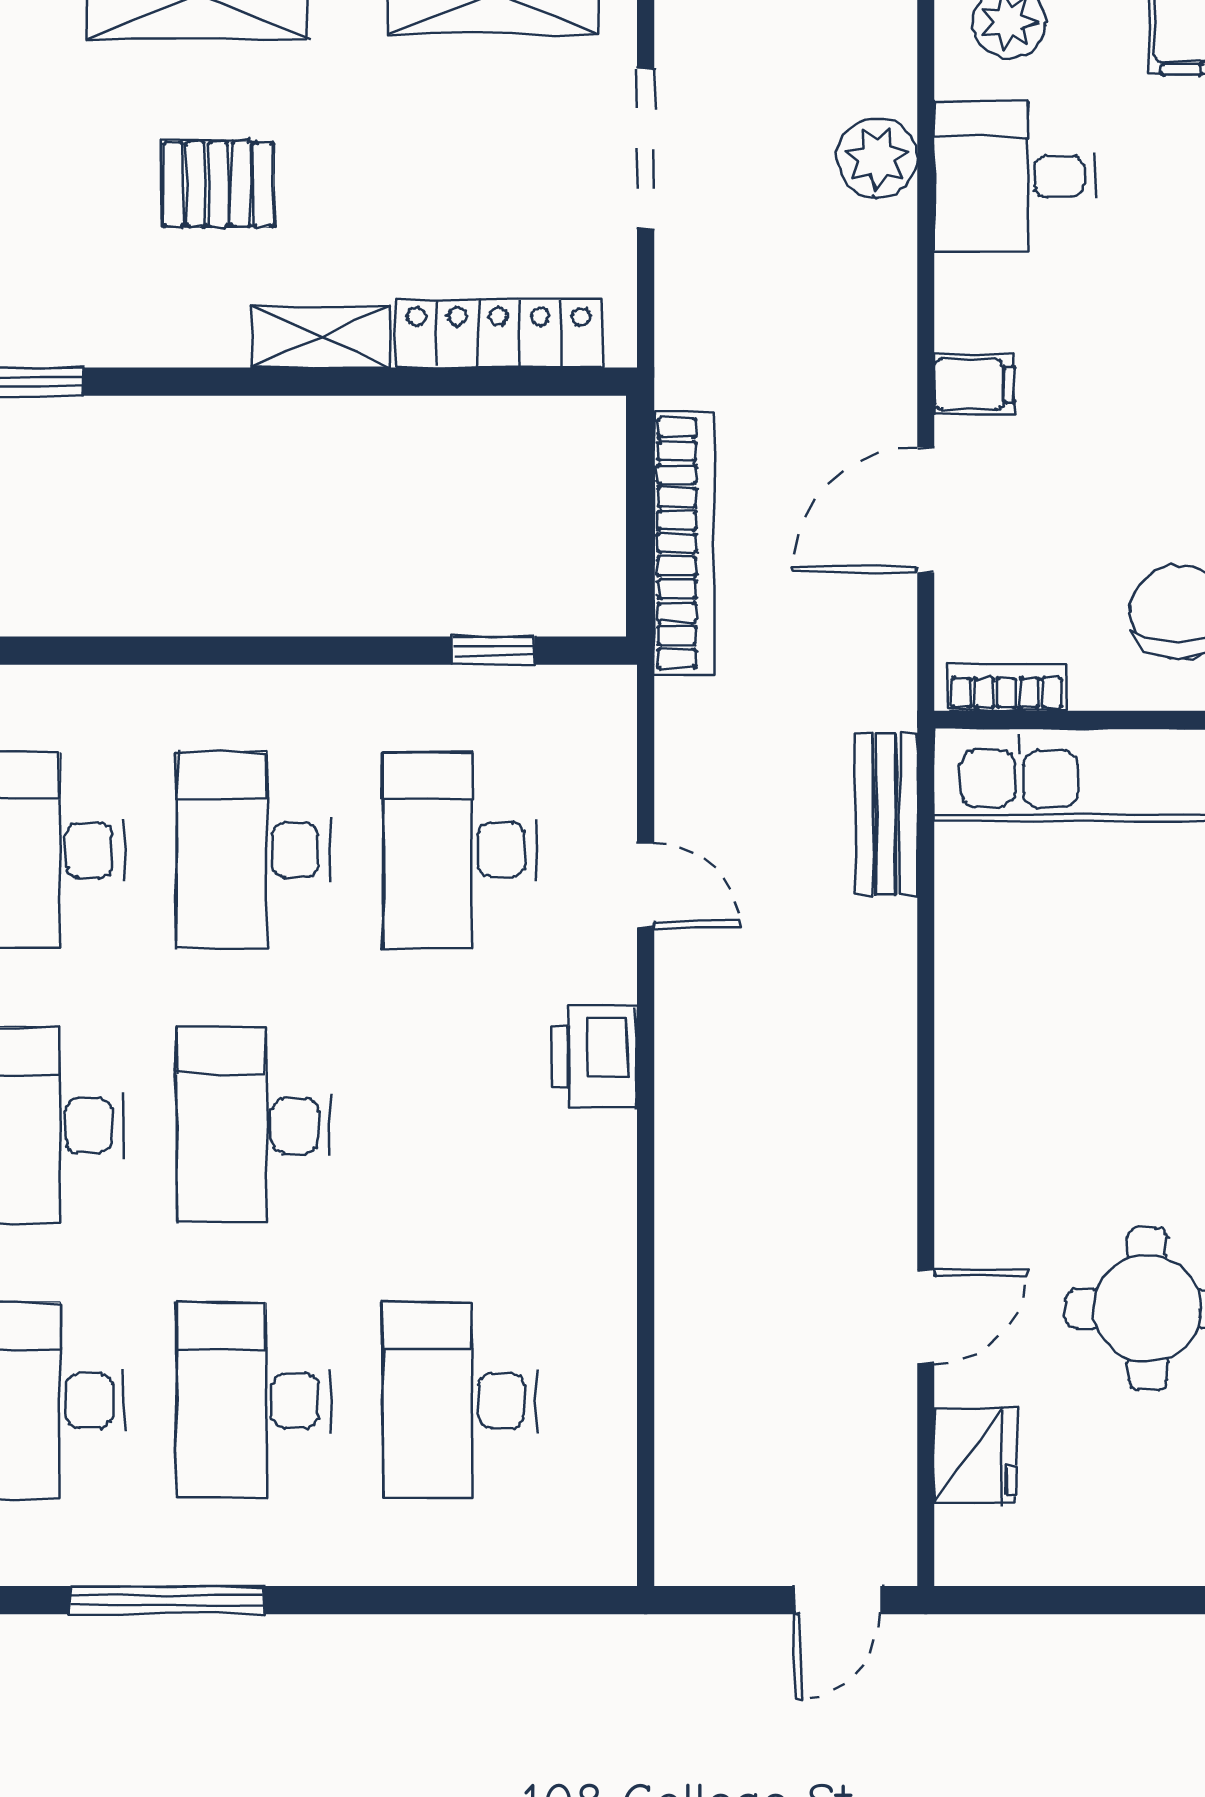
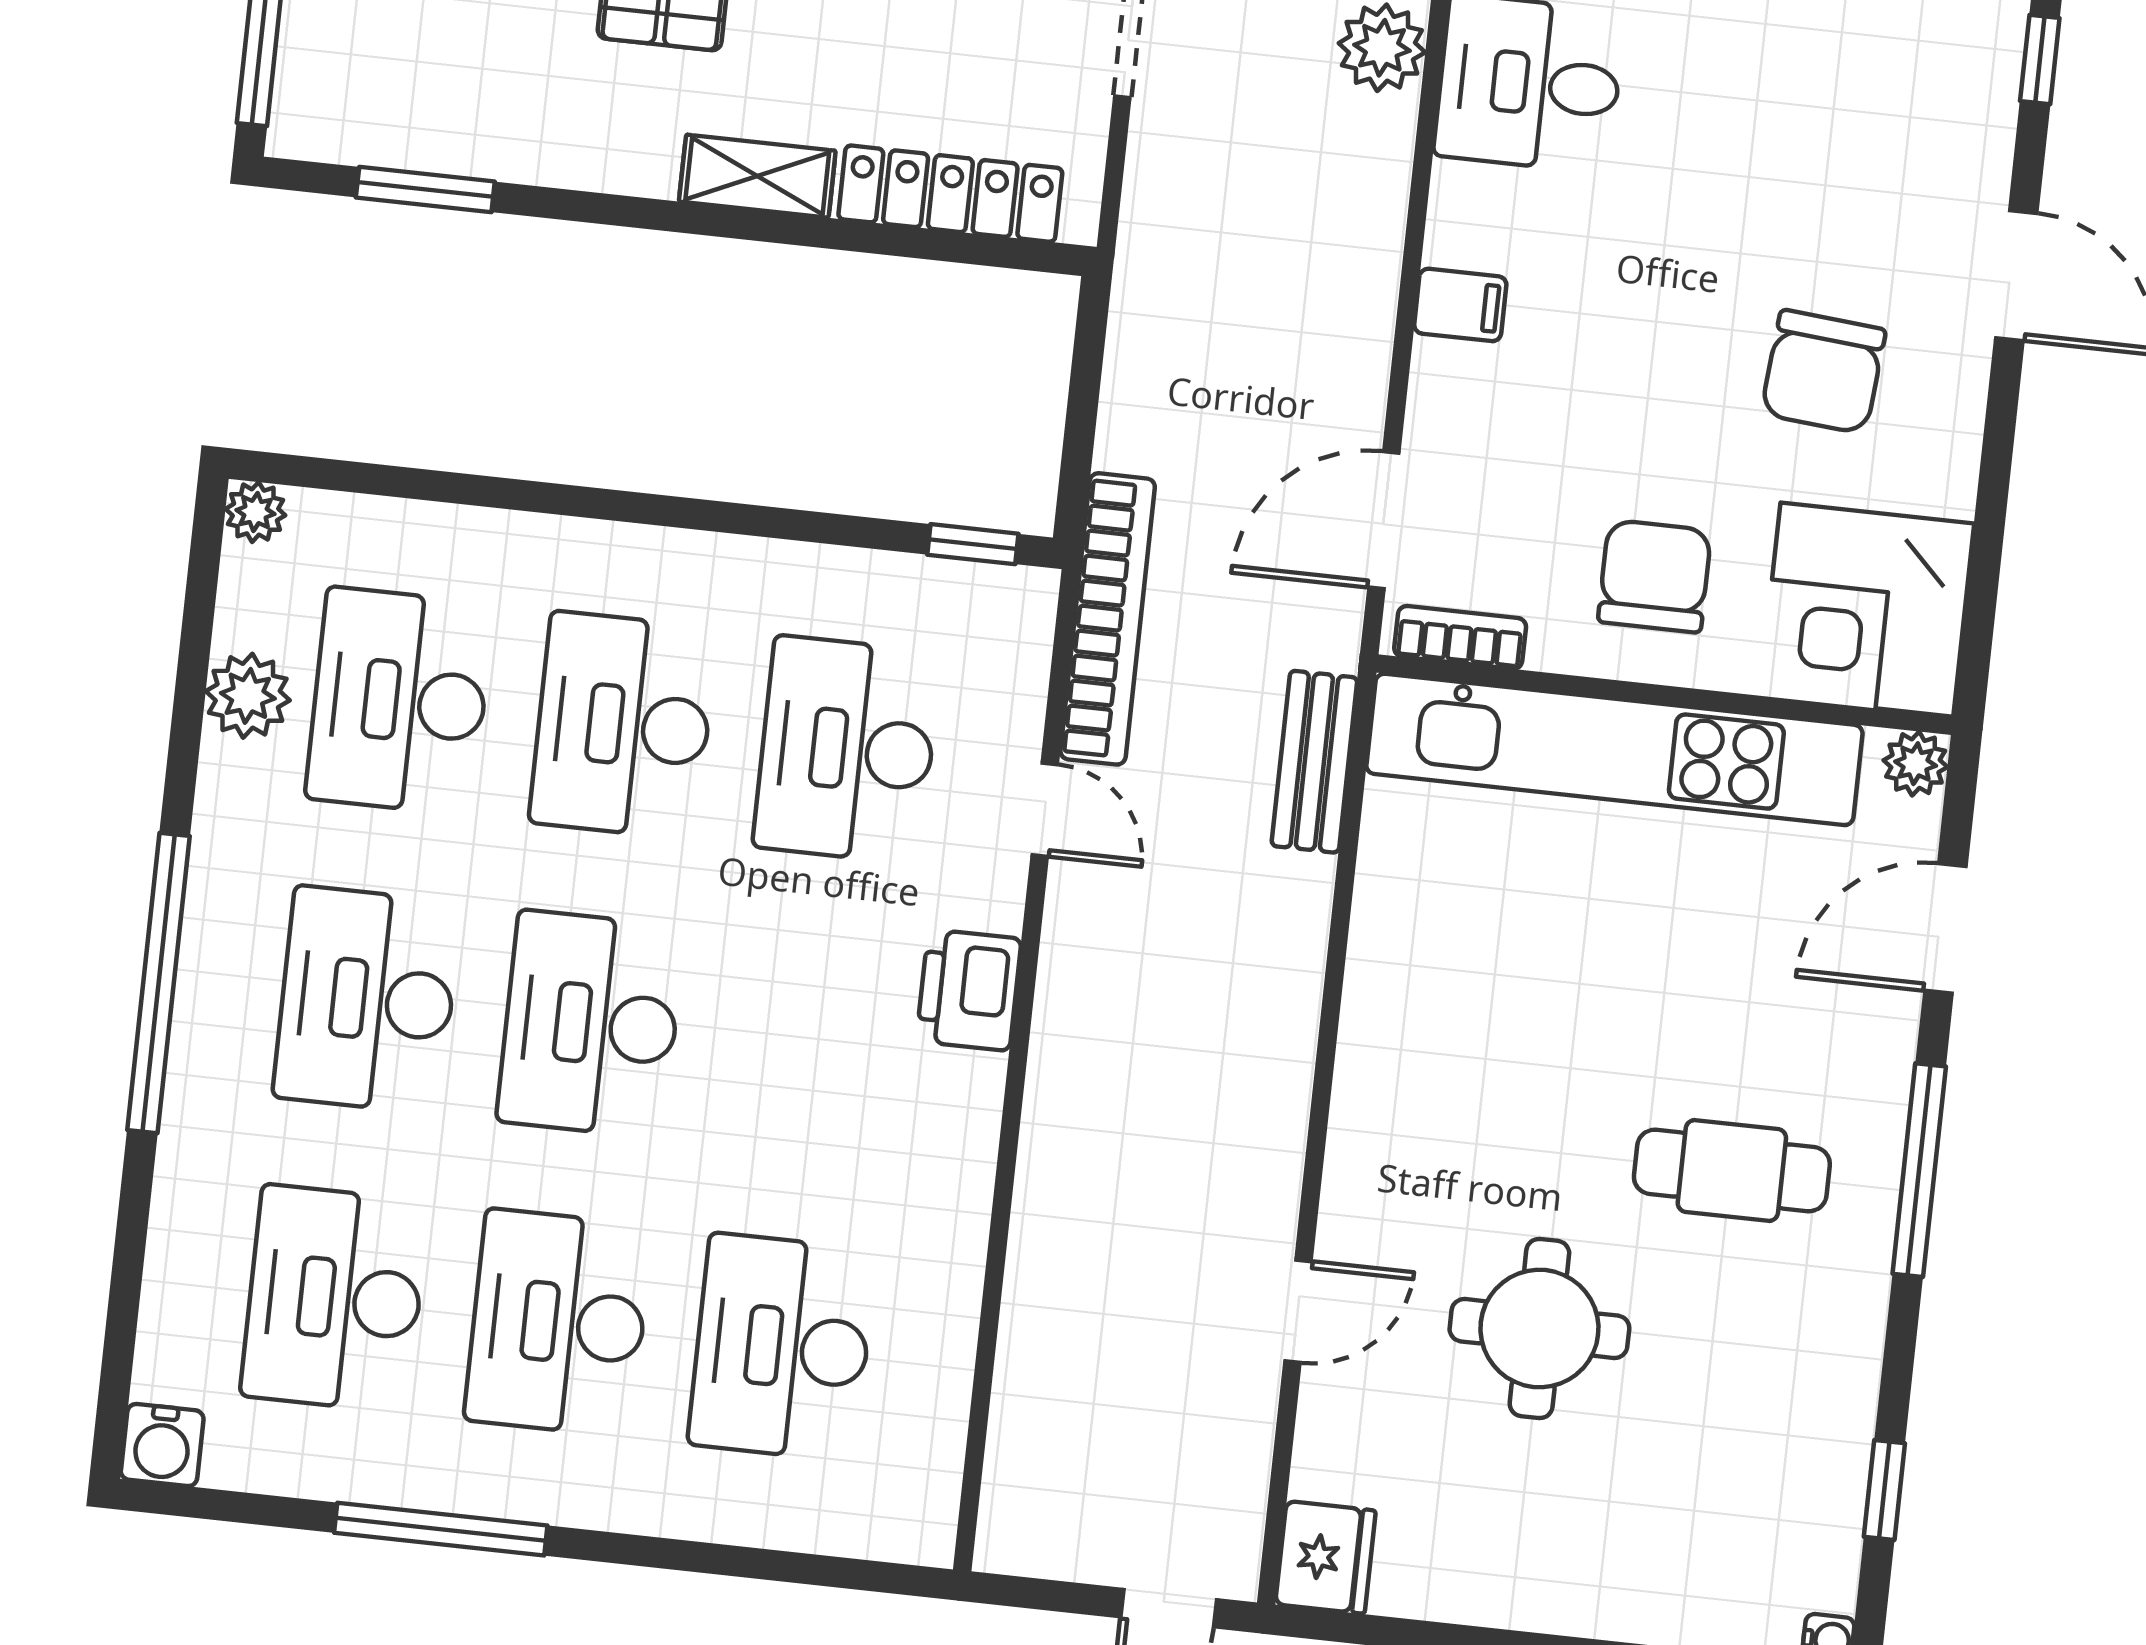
door: (926, 510) -> (1384, 520), moved
bookcase: (684, 543) -> (1108, 619), moved
window: (493, 651) -> (973, 544), moved
fridge: (975, 1456) -> (1326, 1557), moved

